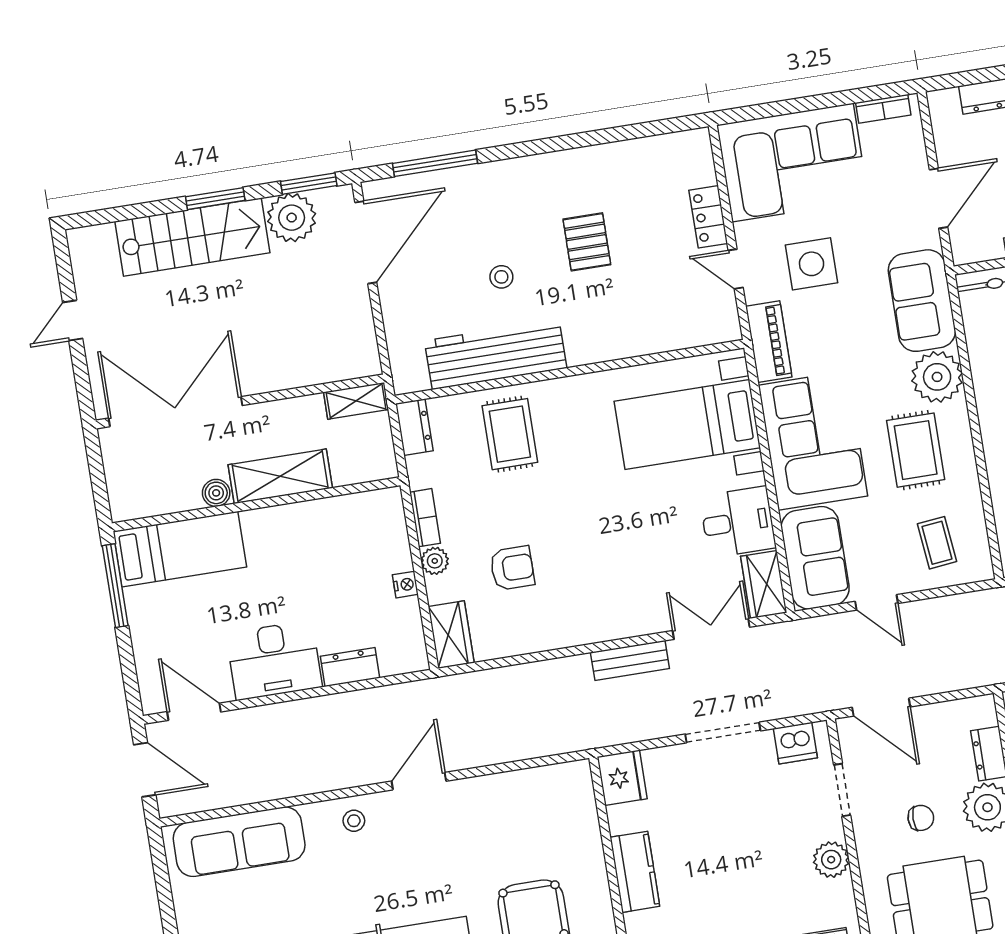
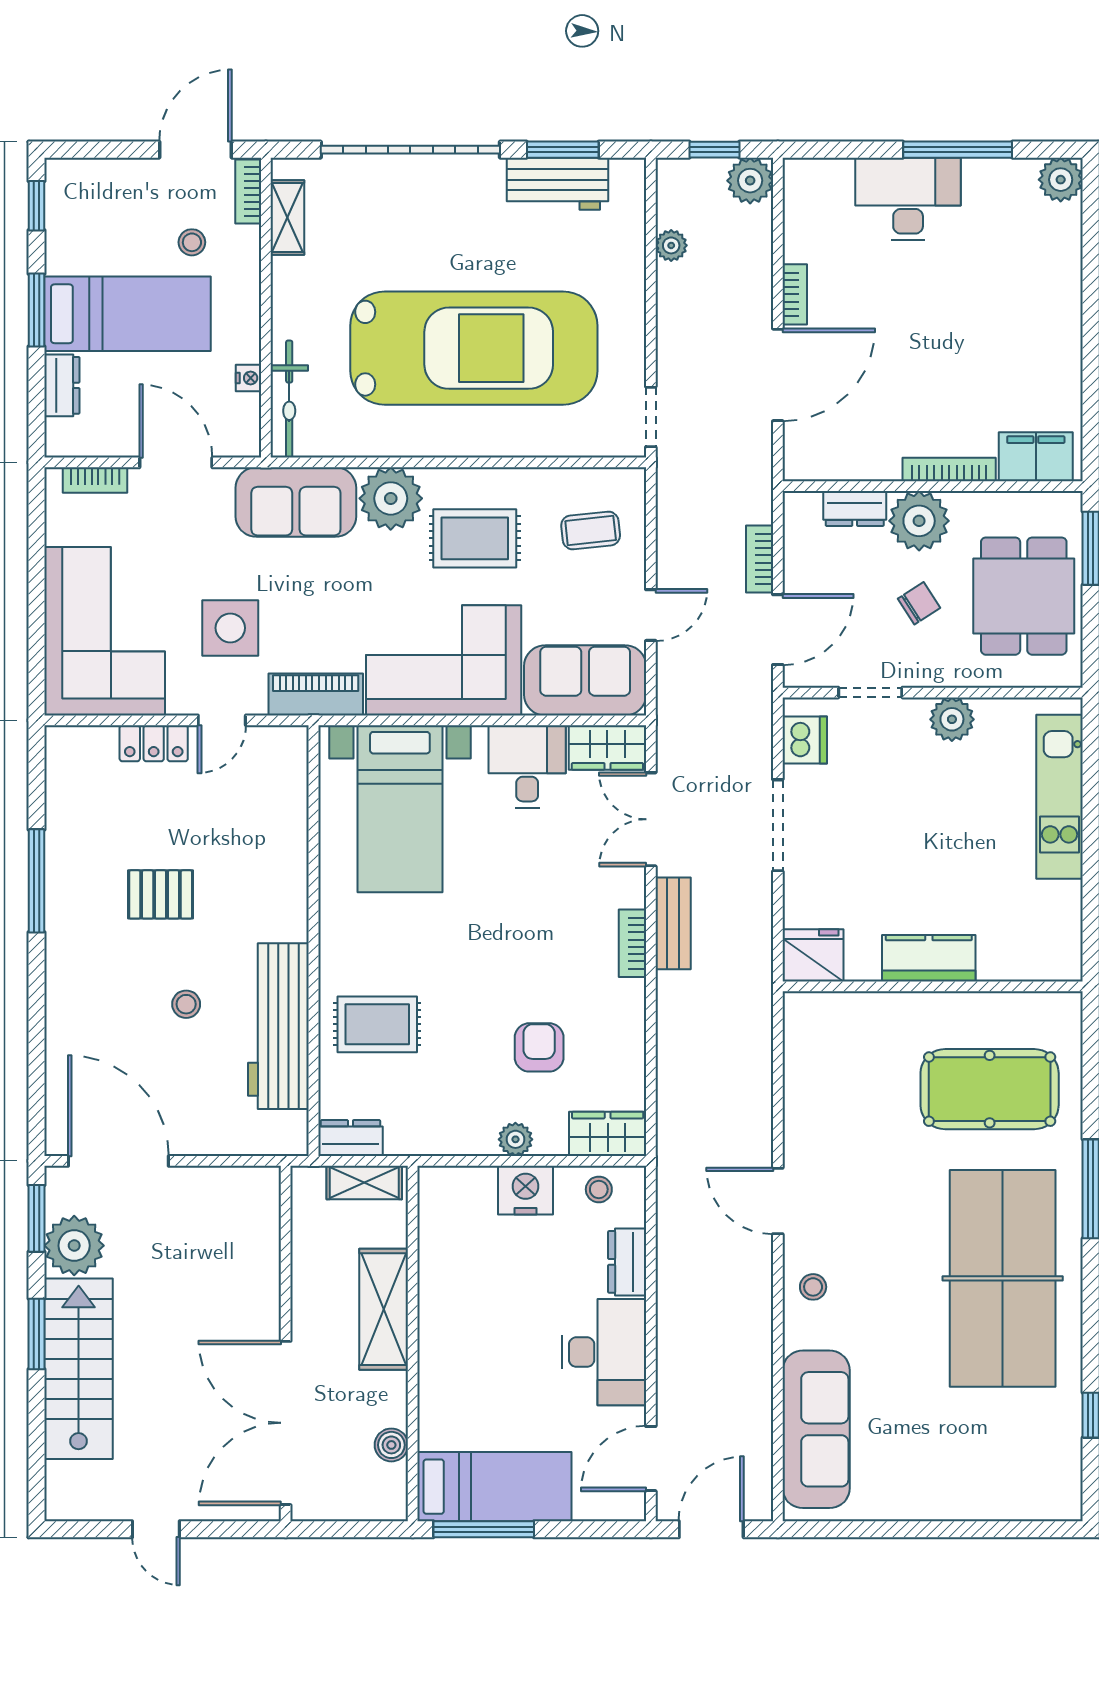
bookcase: (883, 109) -> (95, 480), moved, turned 90
window: (435, 163) -> (36, 881), moved
shelving: (356, 401) -> (364, 1183), moved, turned 90
boiler: (216, 493) -> (391, 1445), moved
bookcase: (425, 518) -> (633, 943), moved, turned -90
bed: (180, 549) -> (494, 1487), moved, turned 90
nightstand: (405, 585) -> (526, 1190), width x1.89, depth x1.79
stool: (405, 635) -> (599, 1189), added
bookcase: (936, 683) -> (760, 559), added
chair: (921, 818) -> (919, 603), turned 57

